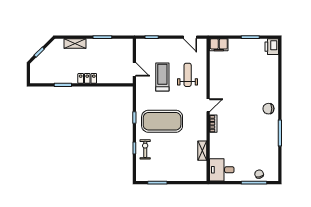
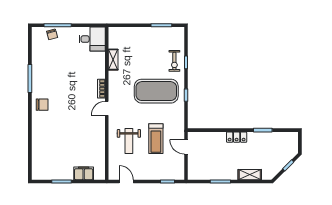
filing cabinet: (219, 45) -> (84, 173), moved
printer: (272, 47) -> (39, 171), removed

